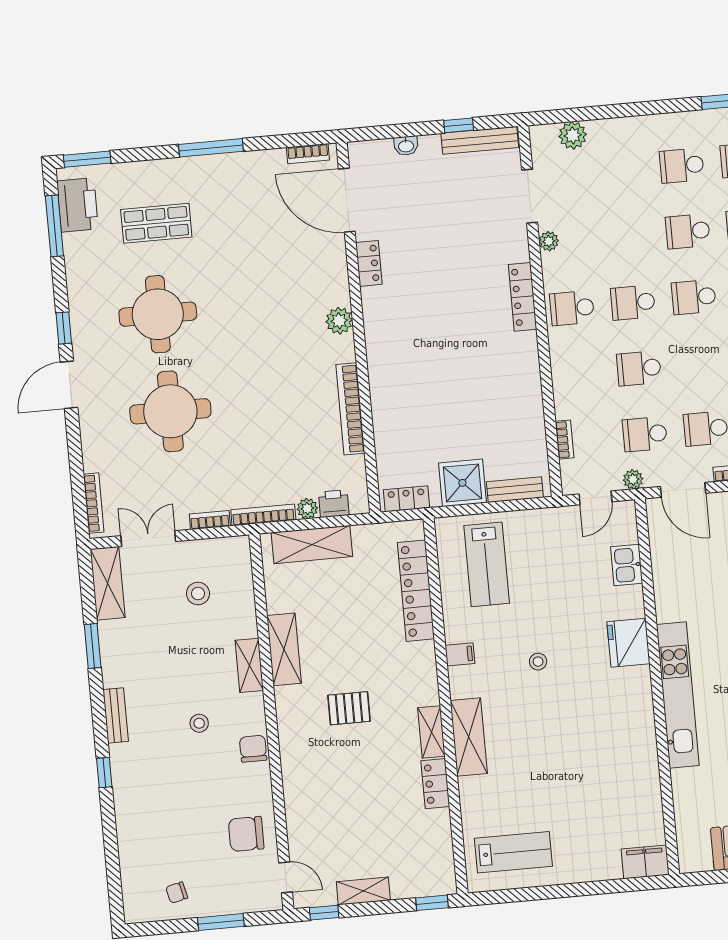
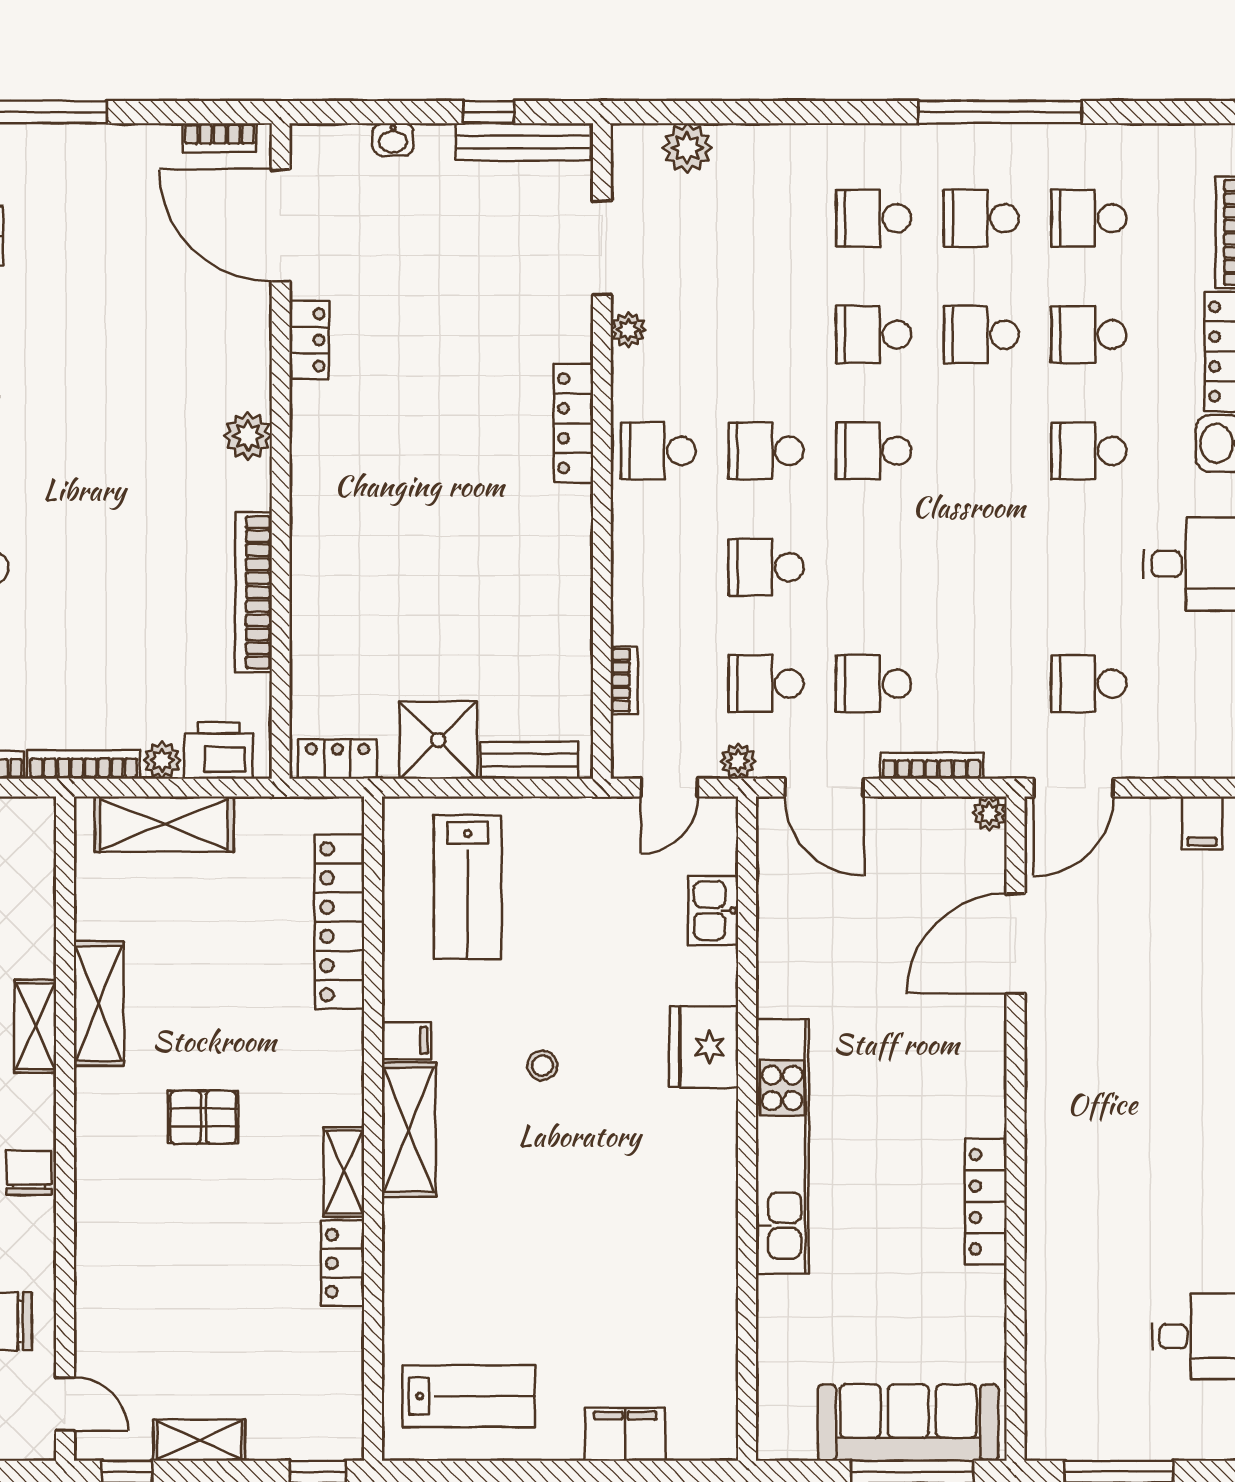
printer: (334, 504) -> (218, 750), width x1.36, depth x1.24
shelving: (469, 737) -> (409, 1130), moved
filing cabinet: (645, 862) -> (625, 1434), moved

